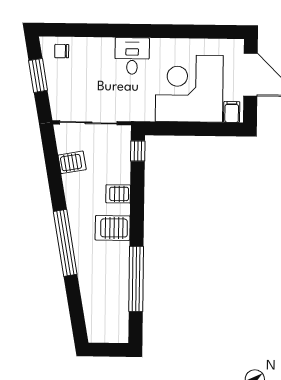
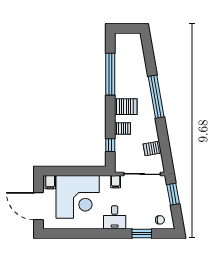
window: (90, 30) -> (142, 234), added
window: (38, 75) -> (173, 194), moved
filing cabinet: (130, 112) -> (116, 182), added
window: (138, 151) -> (110, 145), moved

